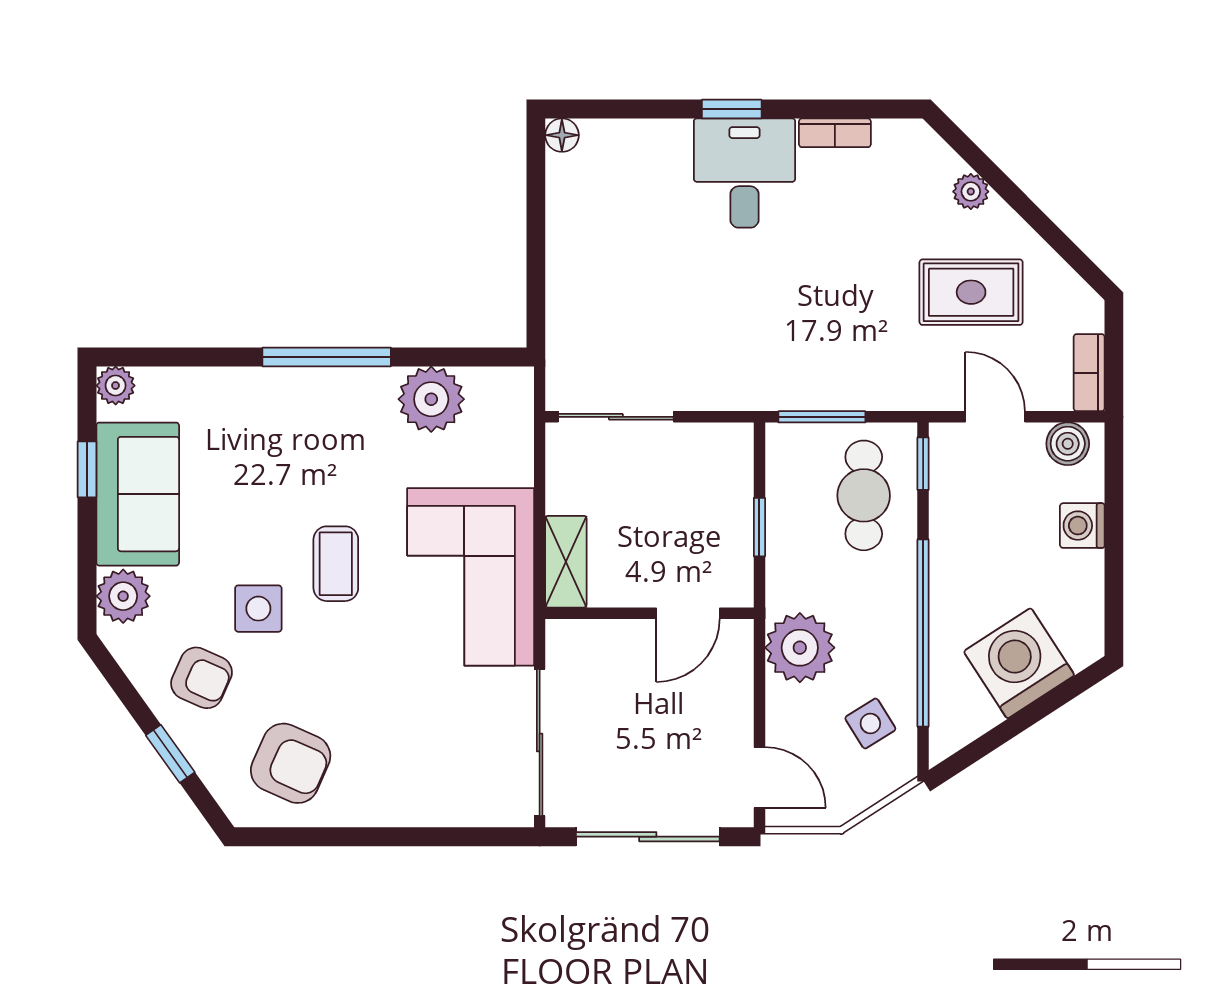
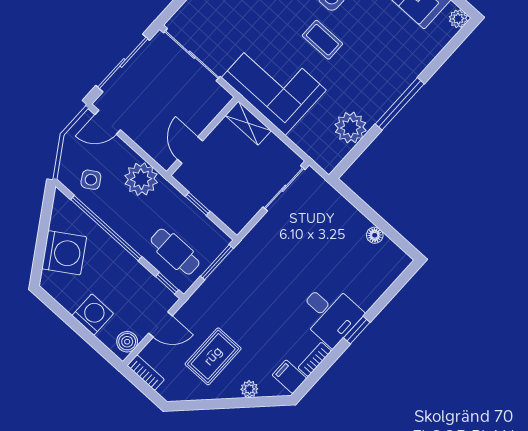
floor lamp: (562, 135) -> (375, 235), moved
filing cabinet: (896, 147) -> (289, 377), added
washing machine: (1082, 526) -> (93, 315), width x1.38, depth x1.38

